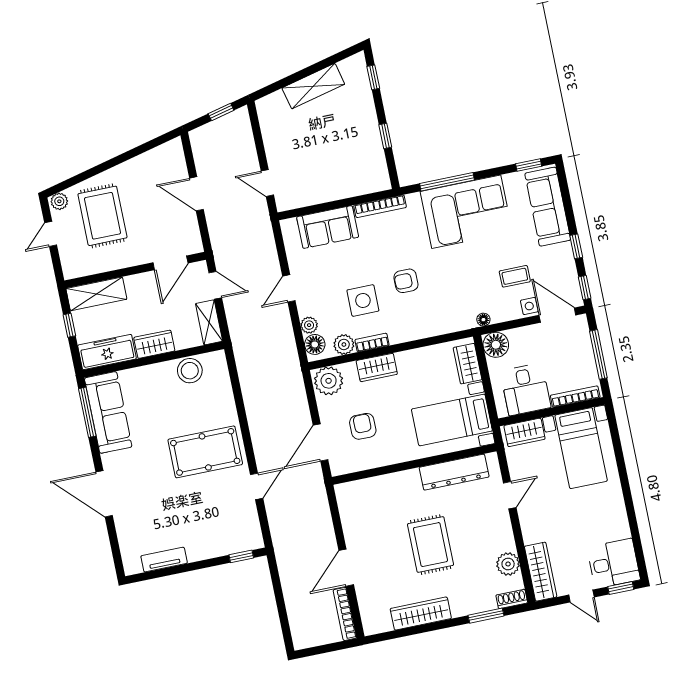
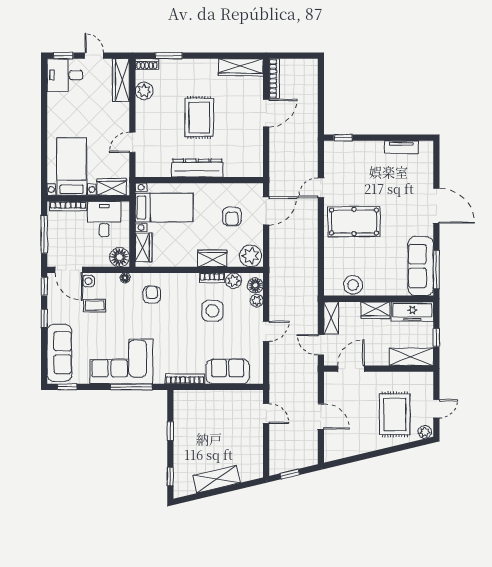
armchair: (406, 281) -> (152, 294), moved, turned -90
dresser: (454, 472) -> (197, 168), moved
wardrobe: (421, 614) -> (241, 67), moved

